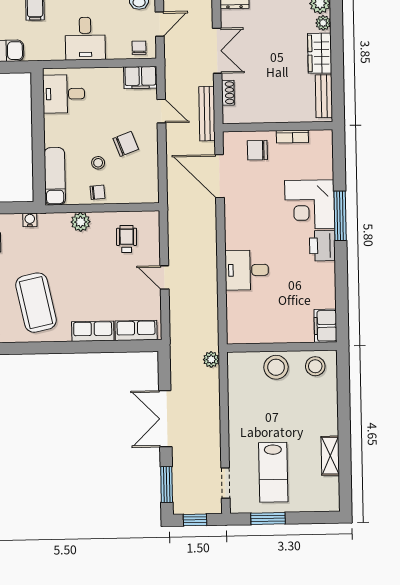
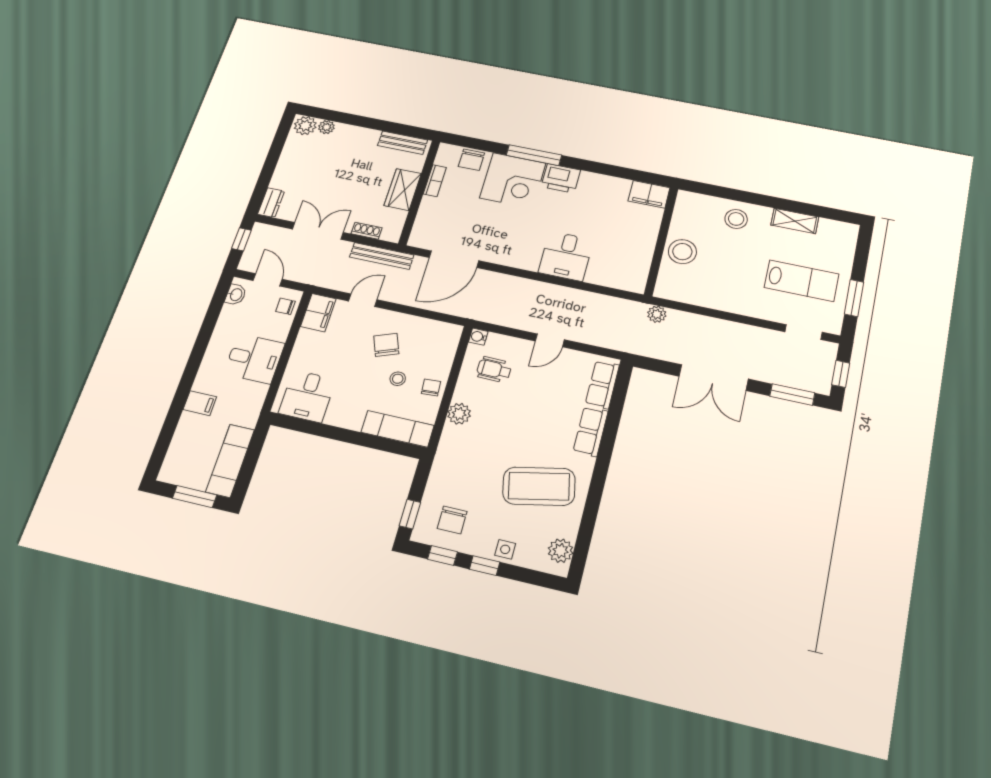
wardrobe: (320, 53) -> (403, 190), moved, turned 90
chair: (257, 150) -> (471, 160), moved
water cooler: (30, 220) -> (478, 337), moved
stool: (315, 366) -> (736, 219), moved

